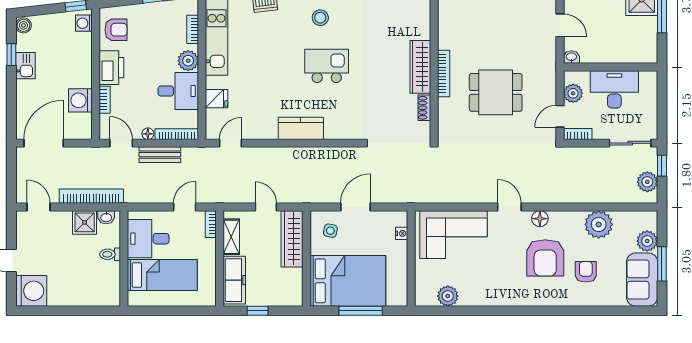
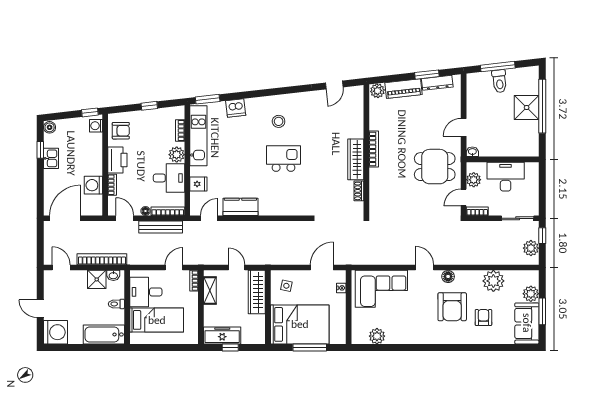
door: (560, 25) -> (464, 127), swing flipped
bookcase: (444, 73) -> (374, 149), moved
dining table: (496, 92) -> (435, 167), moved
kitchen counter: (301, 128) -> (240, 207), moved
bench: (160, 155) -> (161, 227), width x1.36
door: (355, 207) -> (322, 268), moved
freezer: (234, 280) -> (222, 336), moved, turned -90
bathtub: (94, 294) -> (104, 334), added

